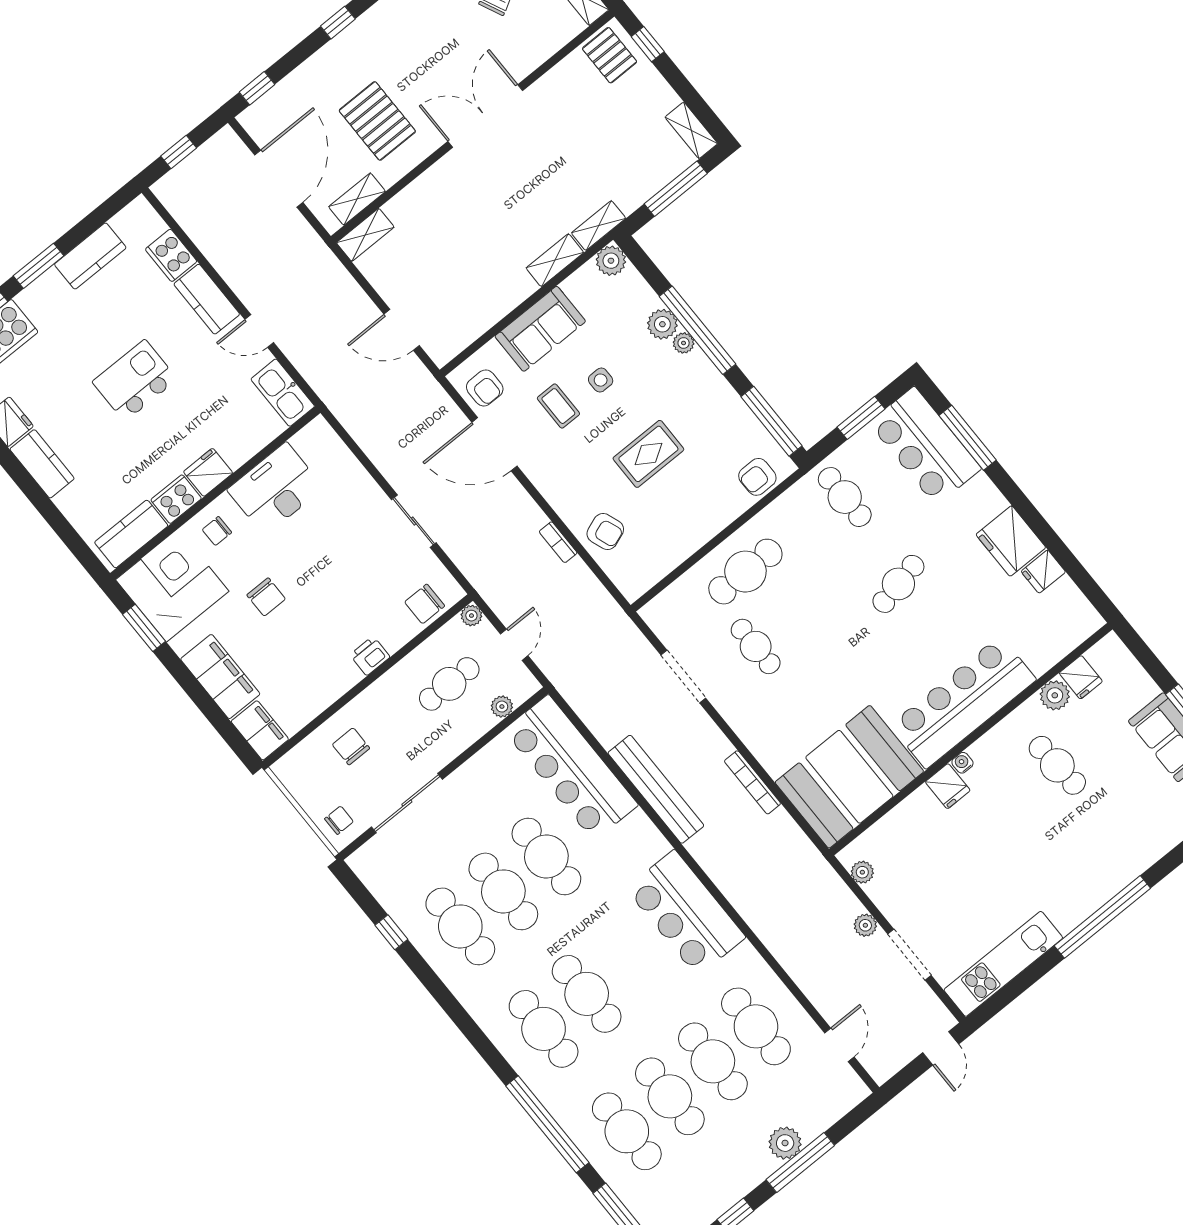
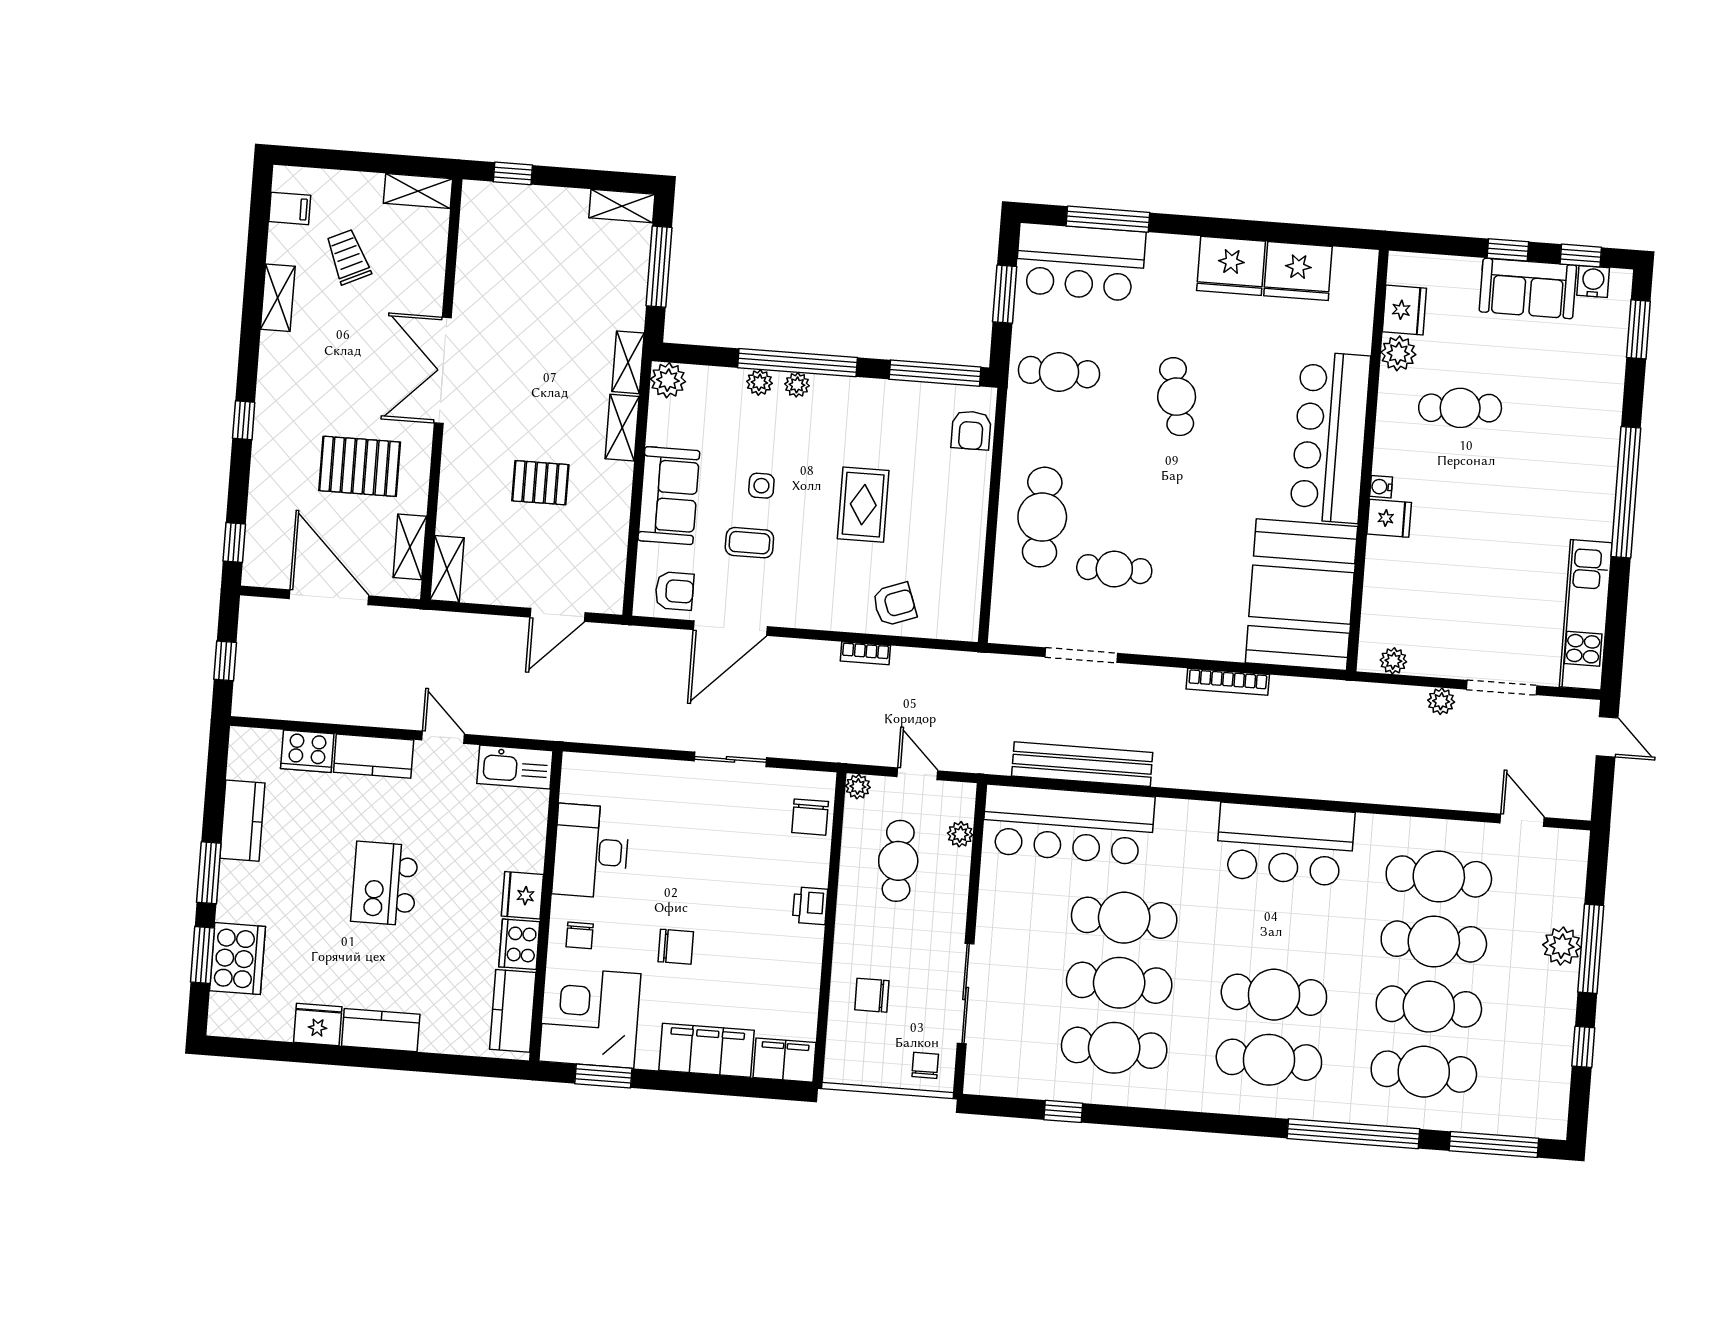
pallet: (609, 55) -> (540, 483), moved
plant: (662, 324) -> (759, 382), width x0.73, depth x0.73
door: (259, 331) -> (443, 737), swing flipped
fridge: (1043, 572) -> (1298, 271), width x1.88, depth x1.34
fridge: (1081, 677) -> (1404, 310), width x1.38
bench: (656, 789) -> (1082, 764), moved

